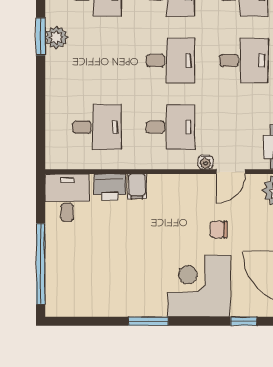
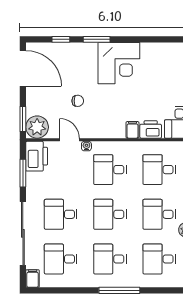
desk: (97, 61) -> (159, 214), added
door: (231, 172) -> (70, 140), hinge flipped
corner desk: (199, 286) -> (119, 63), moved
window: (148, 321) -> (97, 39), moved

